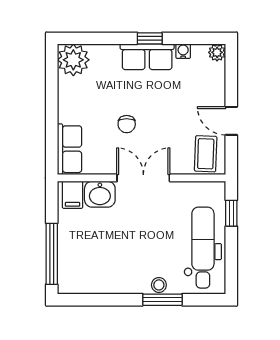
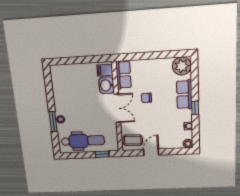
row of seats: (147, 57) -> (184, 94), moved
row of seats: (69, 149) -> (123, 75), moved, turned -90
window: (52, 254) -> (71, 61), removed

